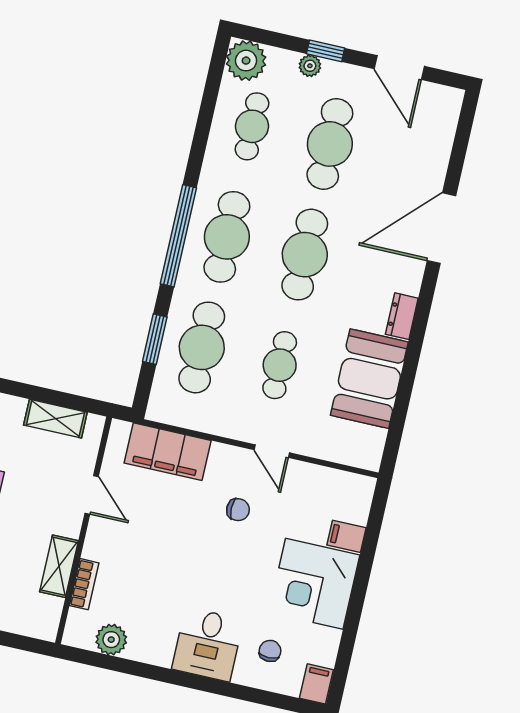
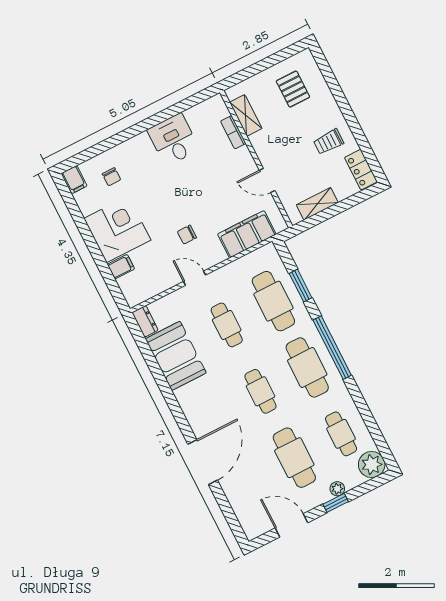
cafe table: (305, 255) -> (260, 391), width x0.73, depth x0.74
dresser: (402, 316) -> (145, 321), moved
shelving: (59, 566) -> (246, 115), moved
plant: (111, 640) -> (196, 116), removed
desk: (208, 644) -> (173, 140), moved

